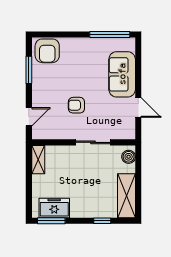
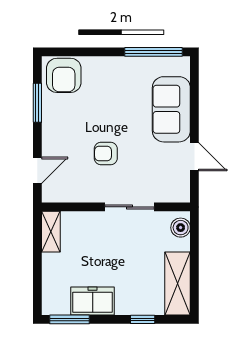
freezer: (54, 208) -> (93, 301), moved

